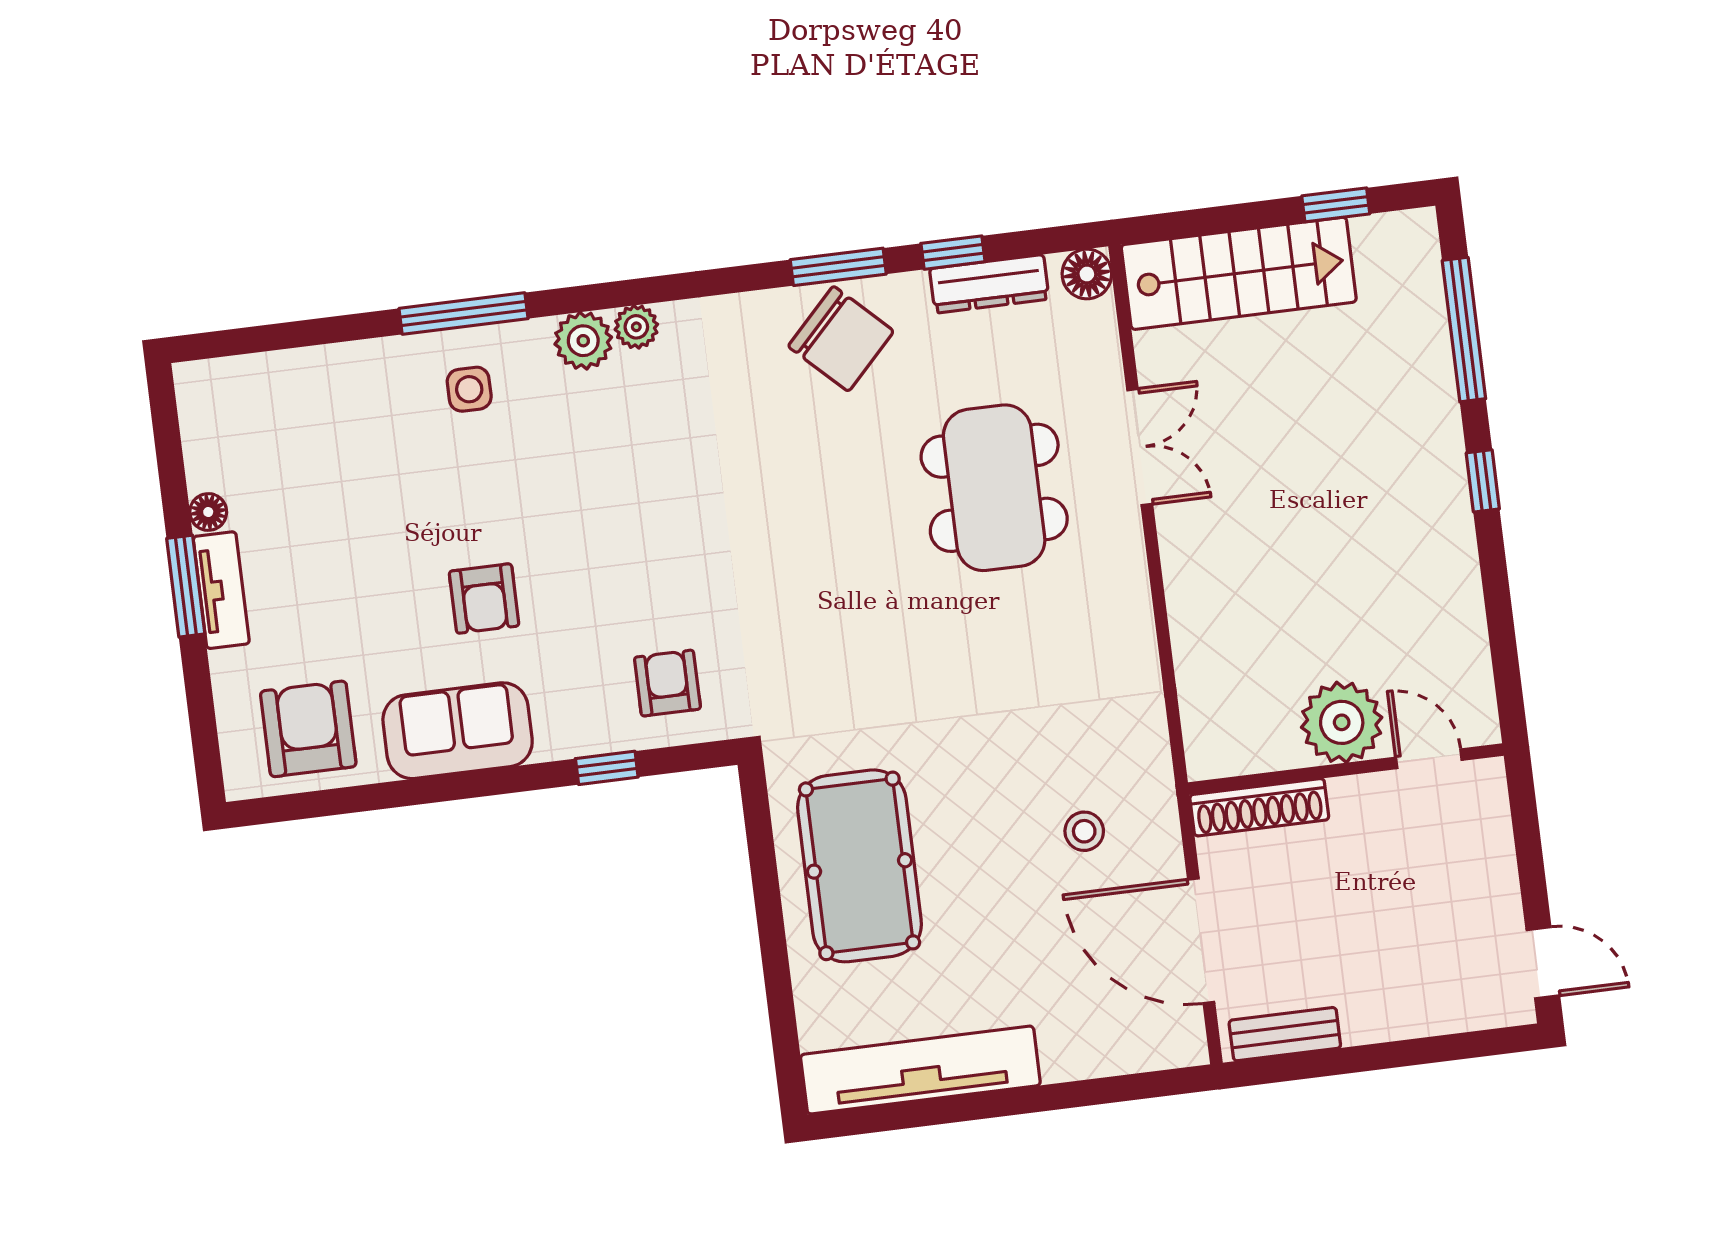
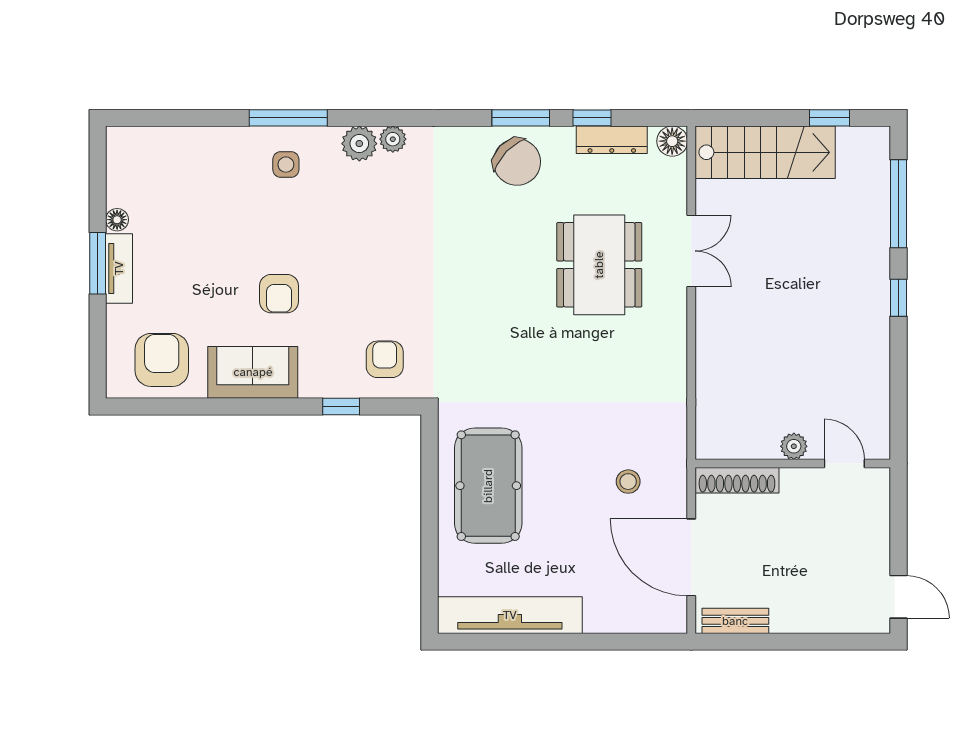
plant: (1342, 722) -> (794, 446), width x0.53, depth x0.53

